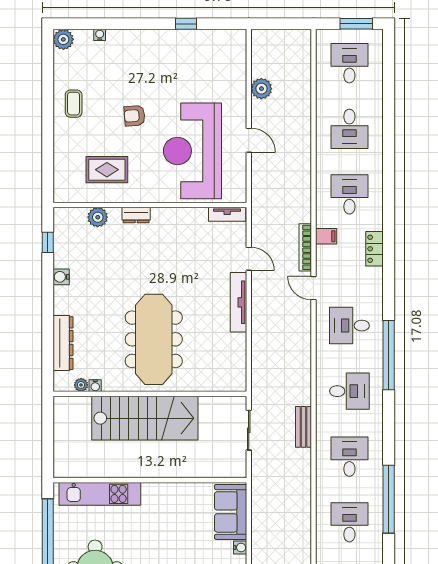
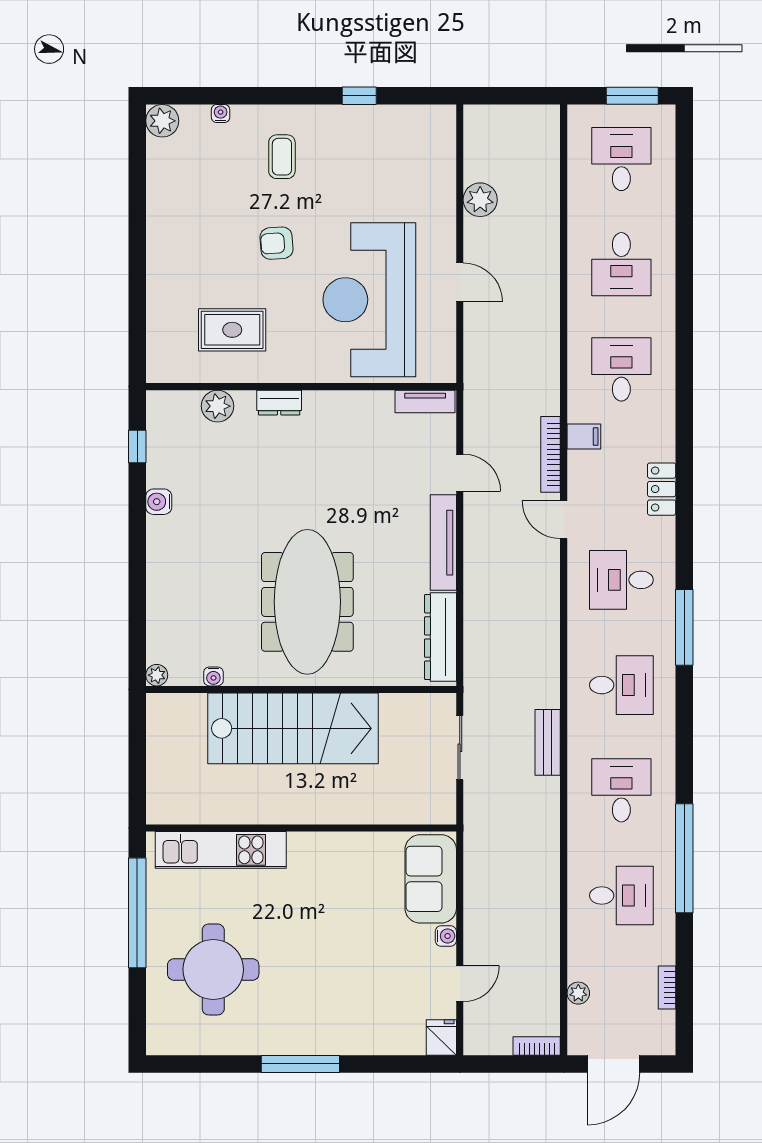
coffee table: (74, 104) -> (282, 157), moved
locker: (375, 249) -> (662, 489), moved
dresser: (63, 343) -> (440, 637), moved, turned 180
window: (389, 355) -> (684, 627), width x0.68
plant: (81, 385) -> (157, 675), moved
desk: (349, 522) -> (621, 896), turned 90

